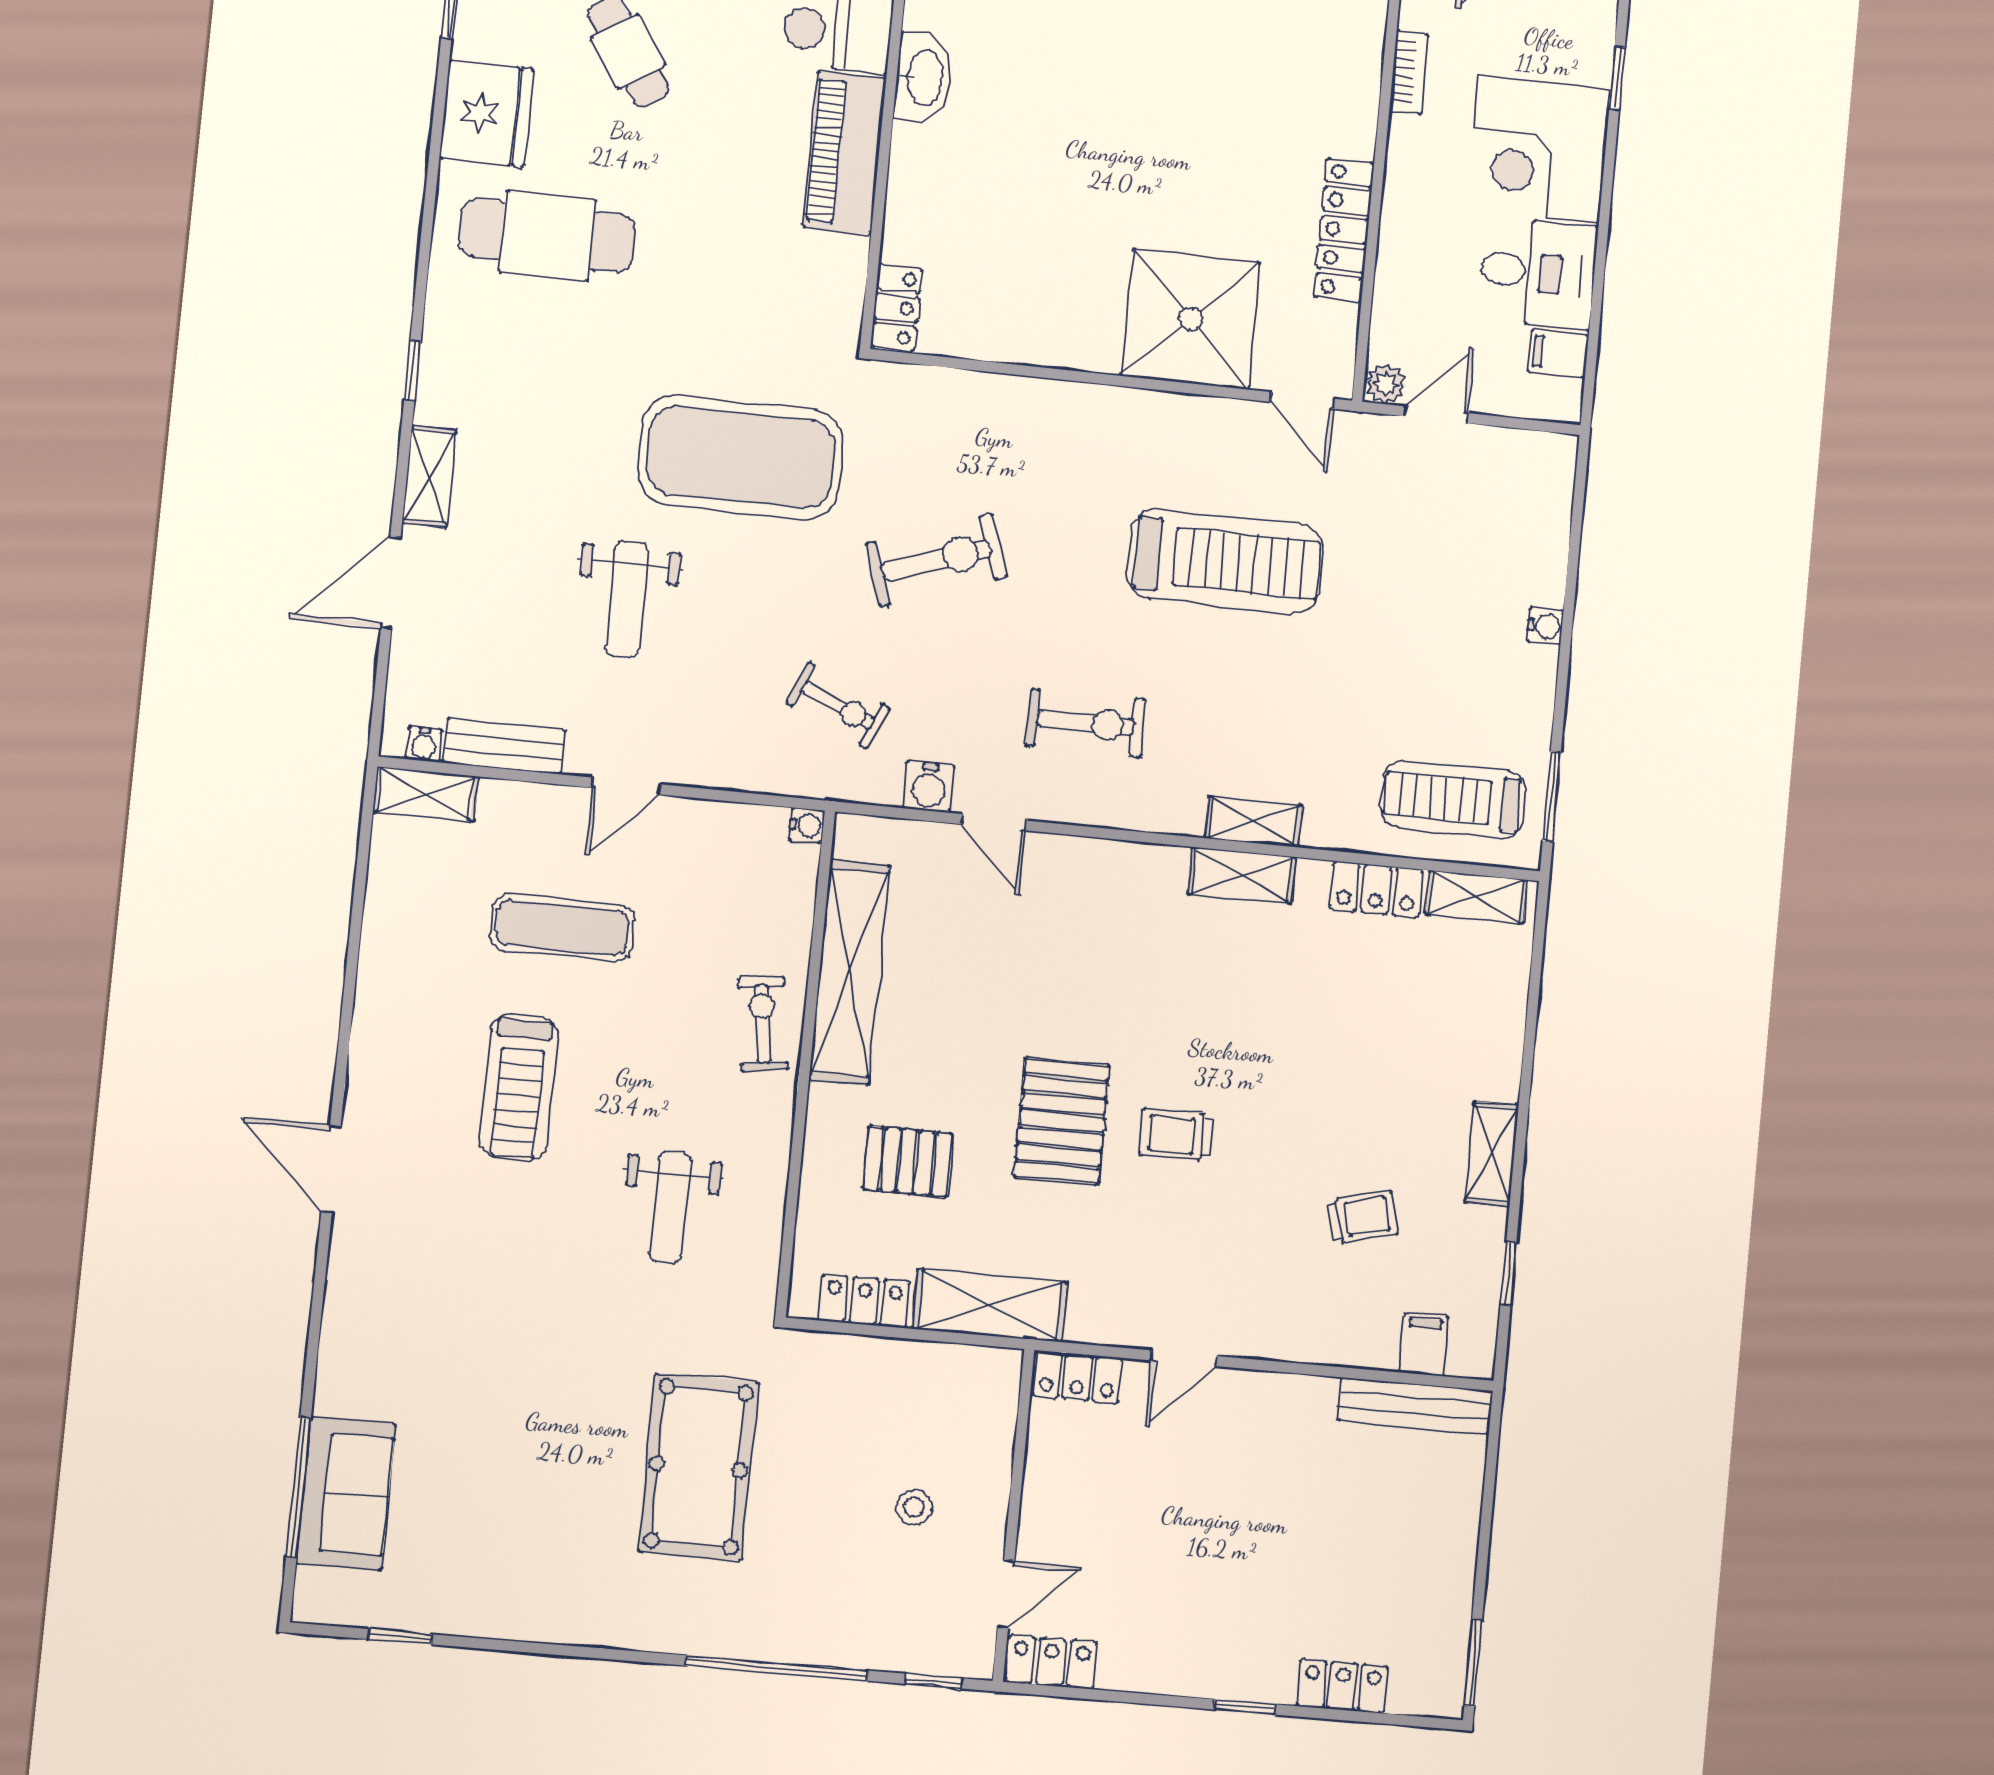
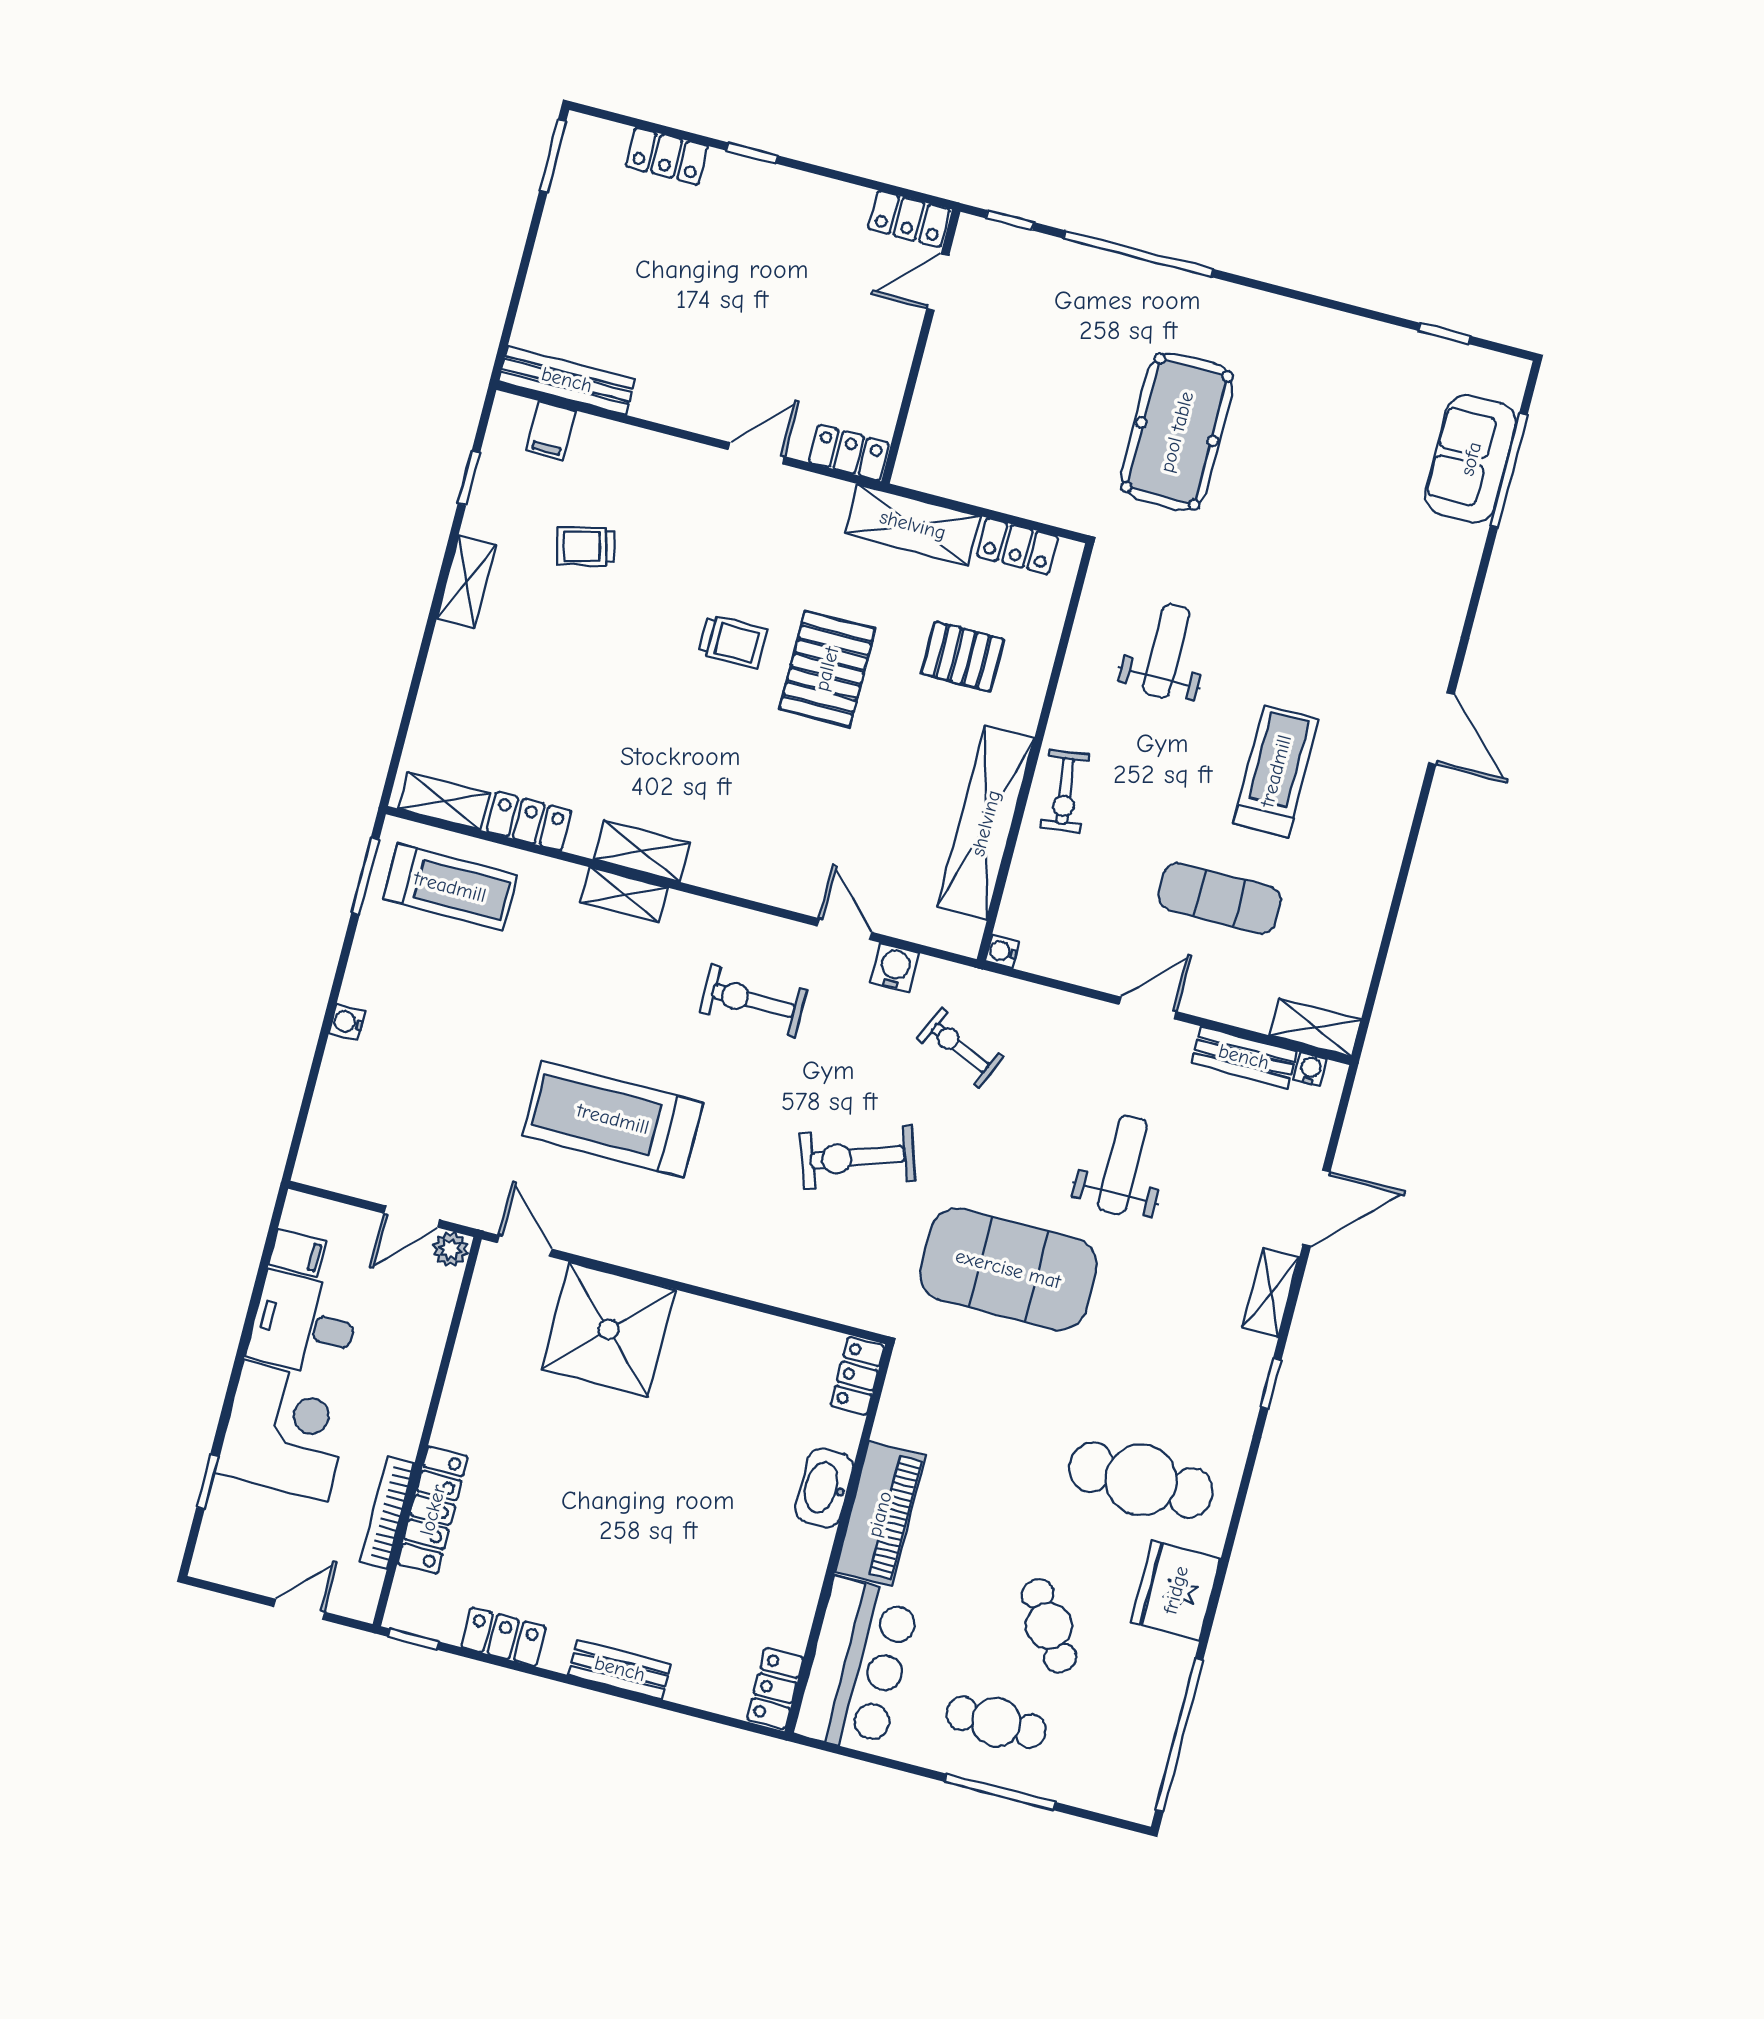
bookcase: (1409, 73) -> (387, 1512), width x1.56
washbasin: (924, 78) -> (824, 1488), moved
locker: (1344, 230) -> (433, 1510), moved
stool: (914, 1507) -> (1003, 367), removed

